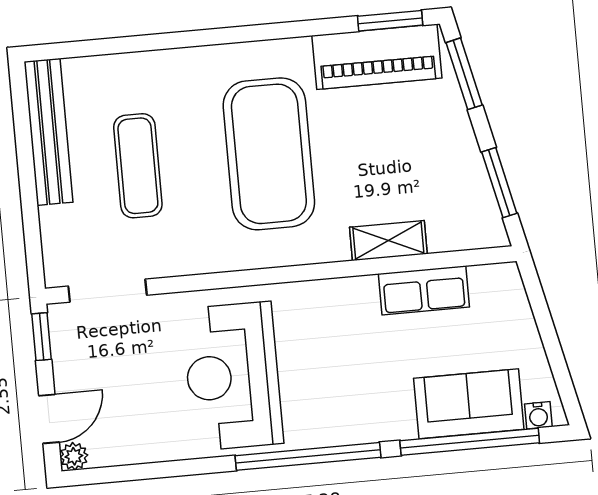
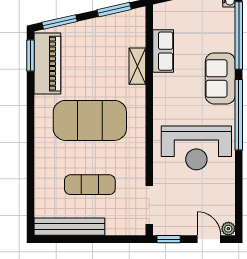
sofa: (469, 404) -> (220, 78), moved

